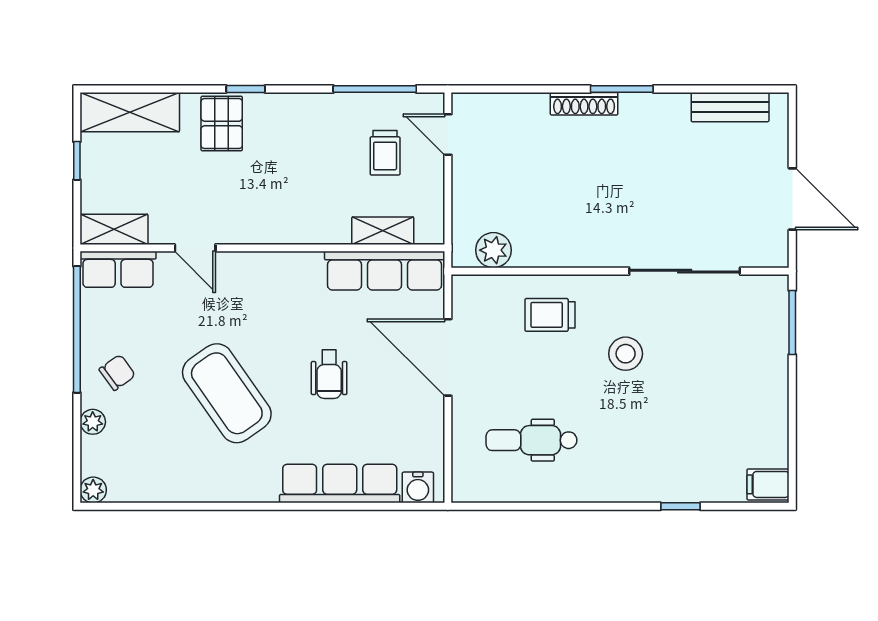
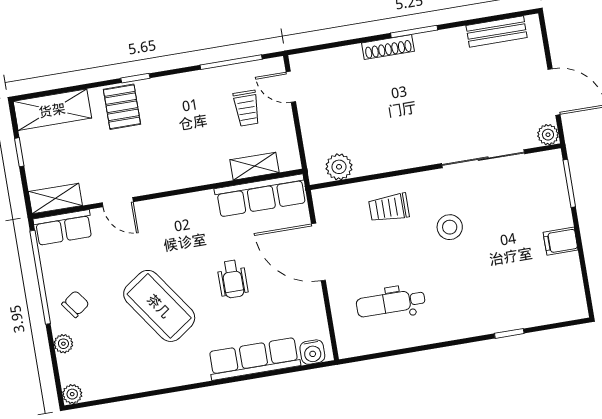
plant: (775, 254) -> (548, 135), added
filing cabinet: (768, 484) -> (561, 241), moved

